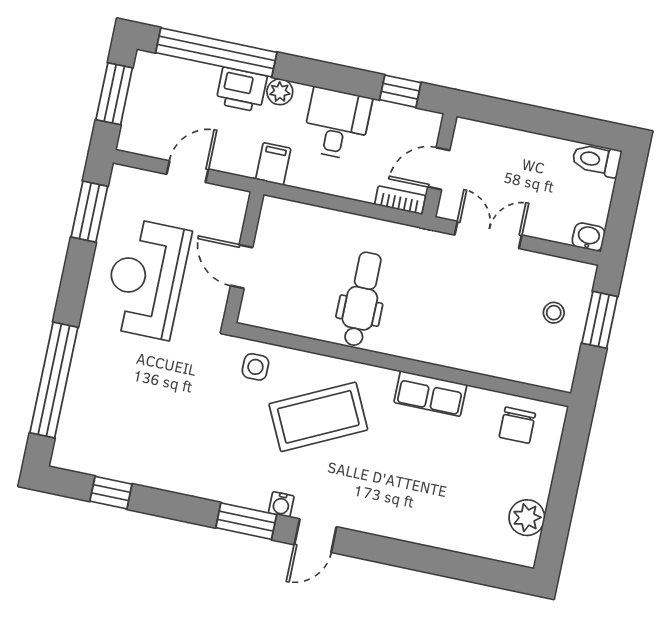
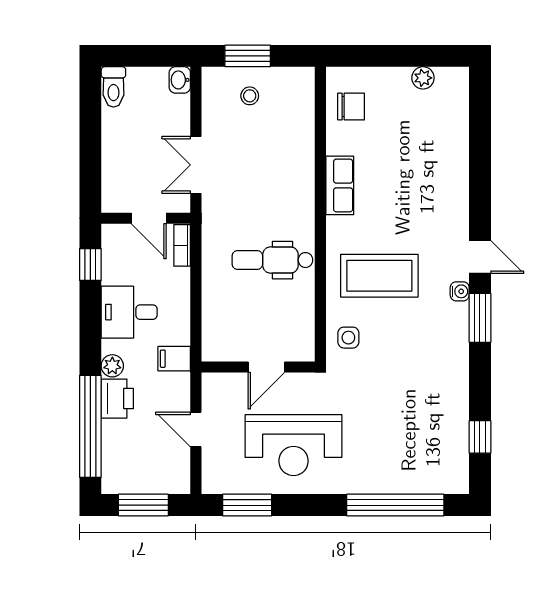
coffee table: (318, 417) -> (379, 276), turned -64
plant: (527, 518) -> (423, 78), width x0.73, depth x0.73

